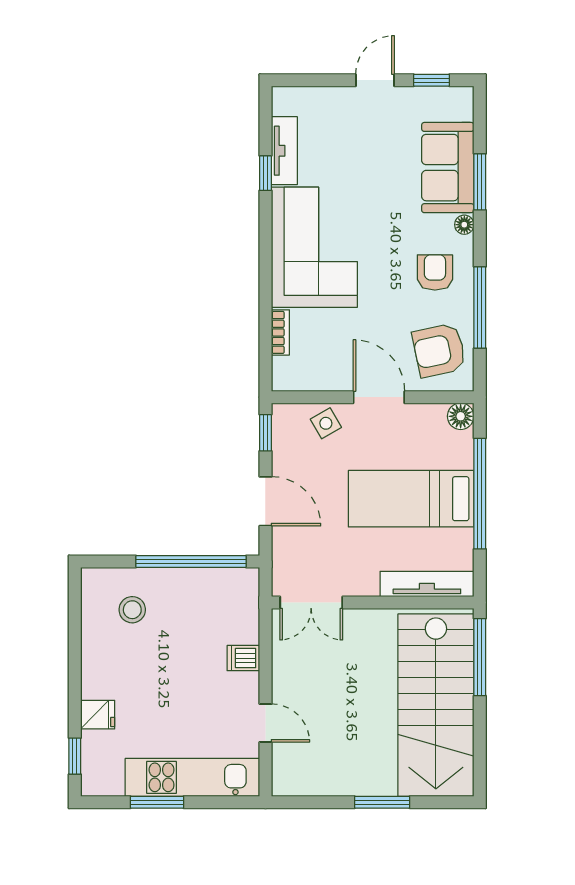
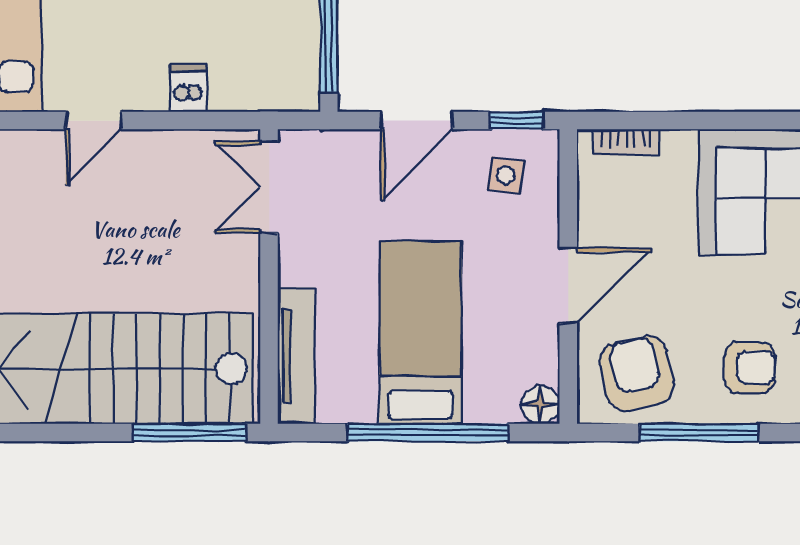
bookcase: (280, 332) -> (627, 142), moved
side table: (326, 423) -> (506, 175), moved, turned 38

